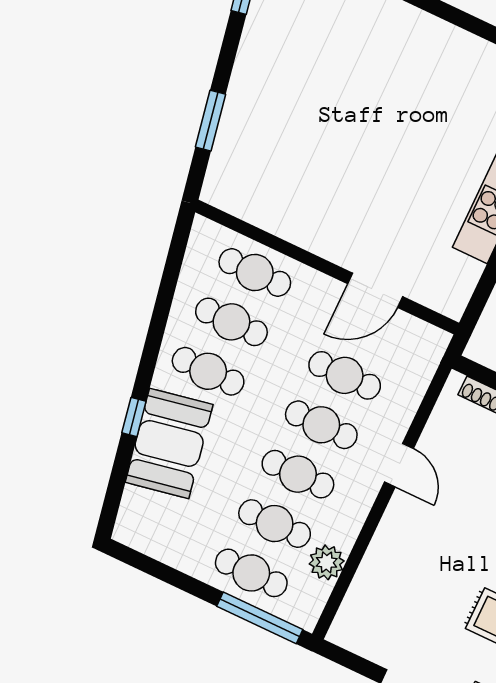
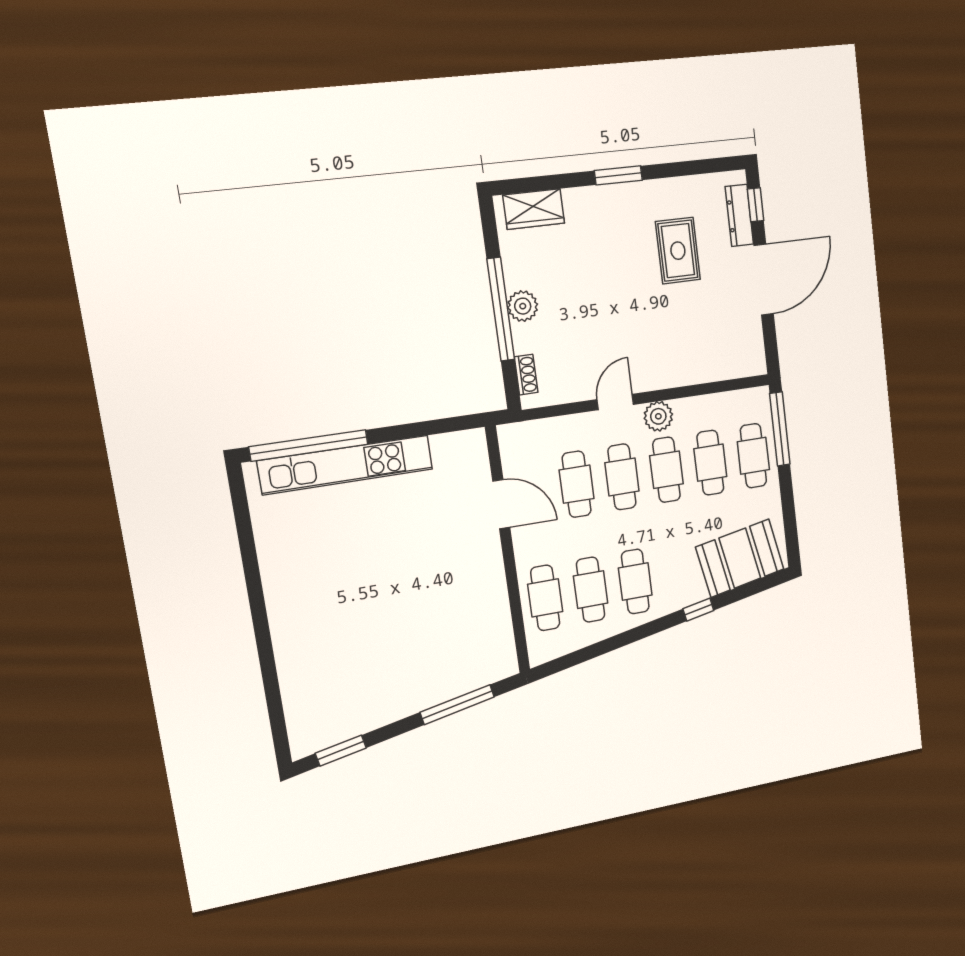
window: (211, 121) -> (457, 705), width x1.44
booth: (169, 443) -> (740, 558), moved
plant: (327, 562) -> (658, 416), moved

